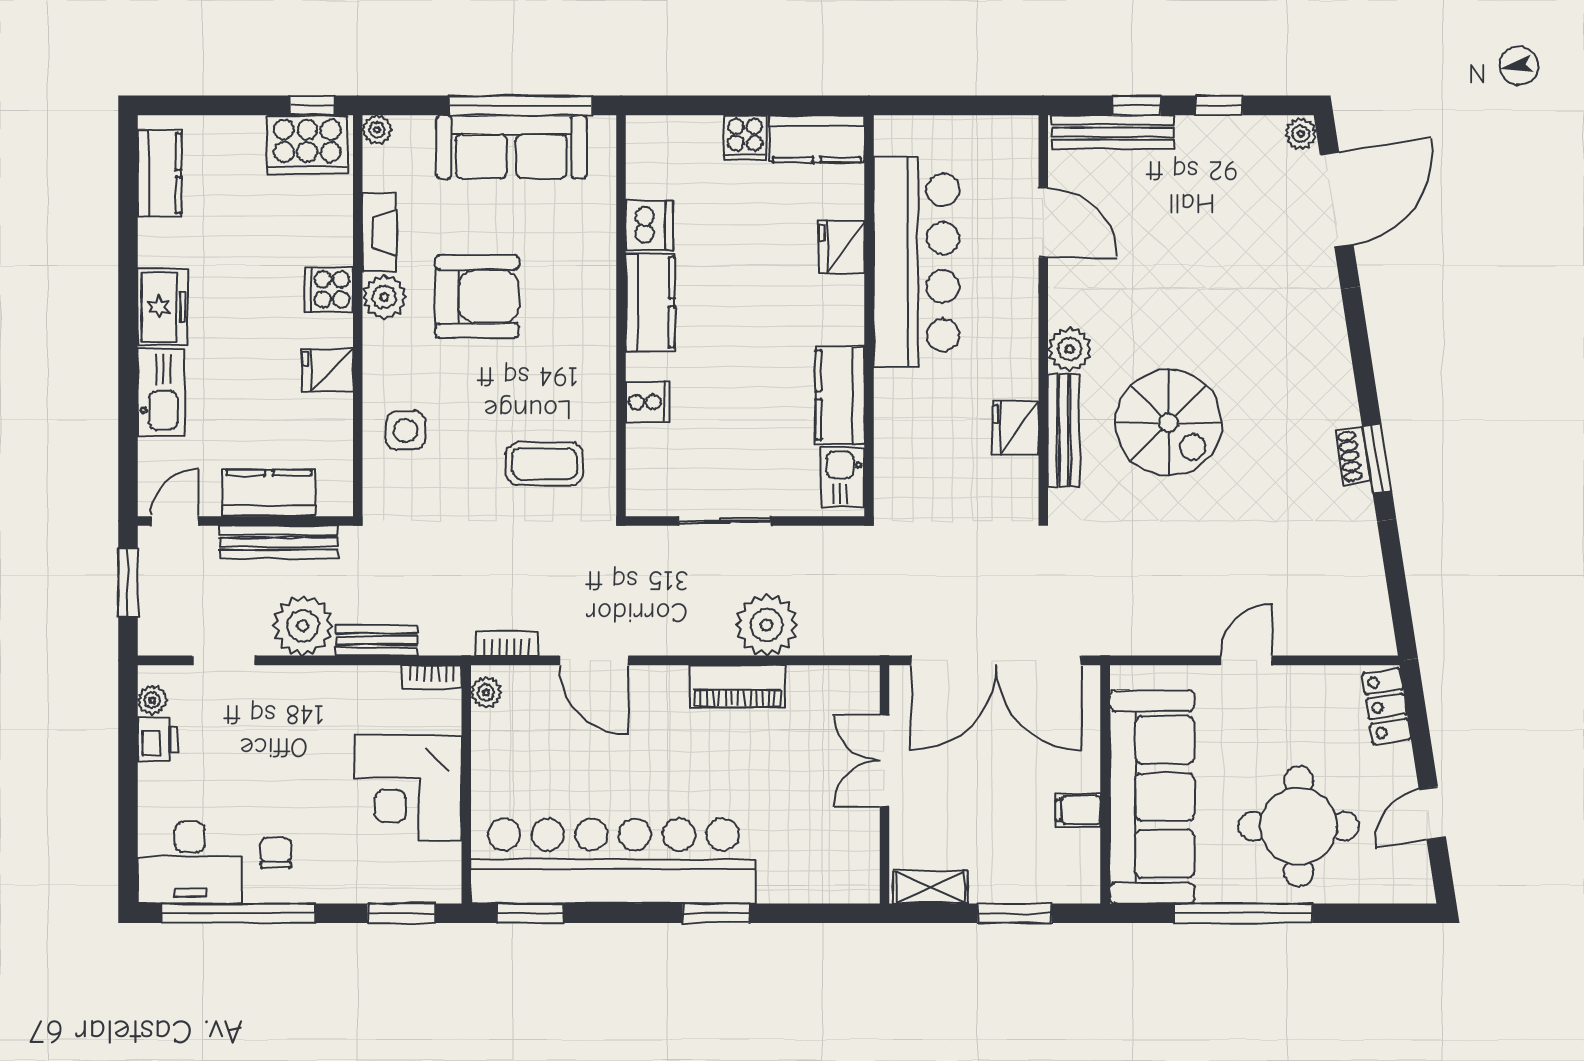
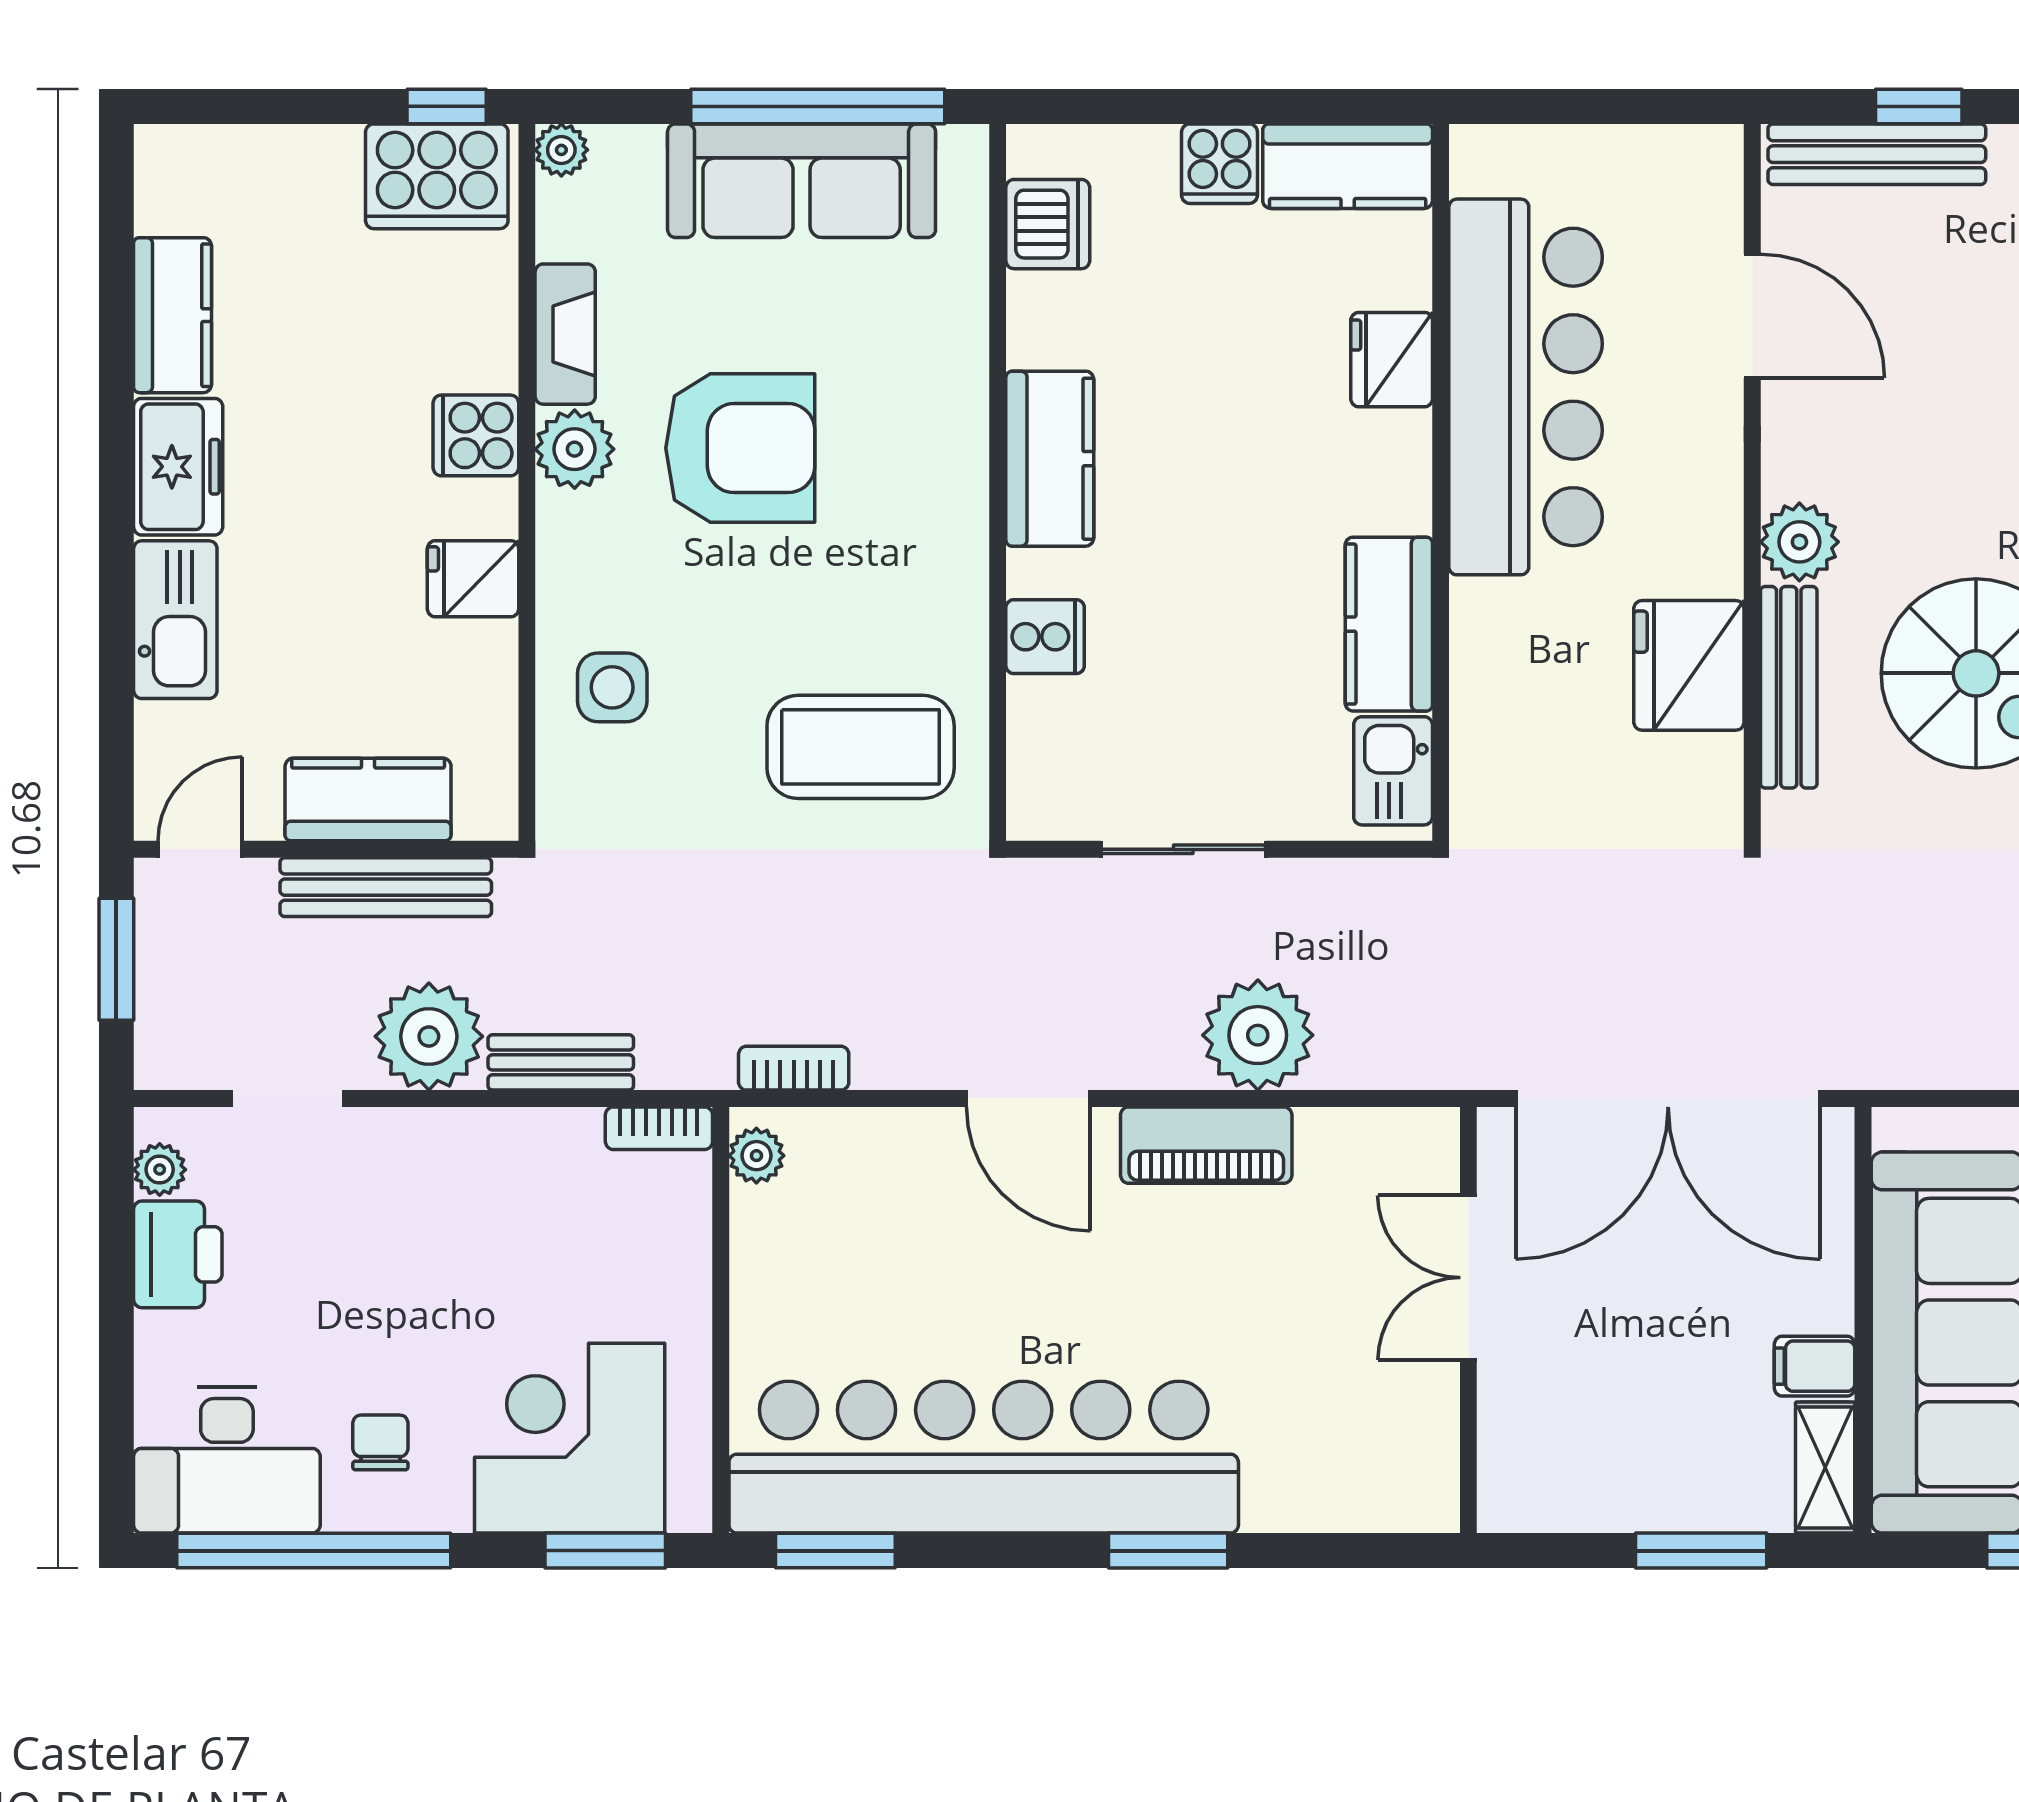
kitchen counter: (159, 173) -> (172, 315), moved
dishwasher: (649, 225) -> (1048, 224), moved
fridge: (1016, 428) -> (1689, 665), width x1.36, depth x1.34
coffee table: (544, 464) -> (861, 747), width x1.36, depth x1.32
door: (594, 660) -> (1028, 1098), moved
printer: (158, 740) -> (178, 1254), width x1.36, depth x1.24
corner desk: (408, 788) -> (570, 1438), moved, turned 90
shelving: (930, 887) -> (1825, 1468), moved, turned 90

